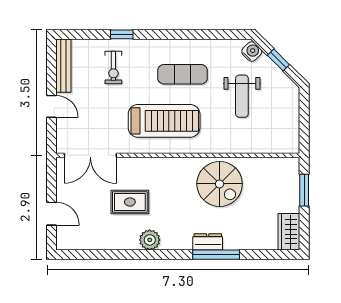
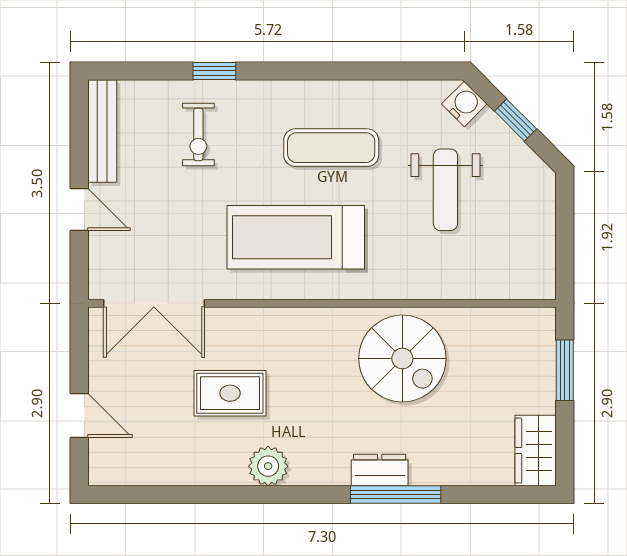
treadmill: (164, 121) -> (296, 237), turned 180

